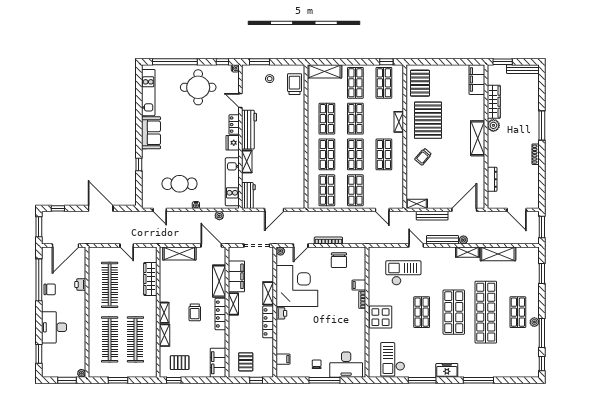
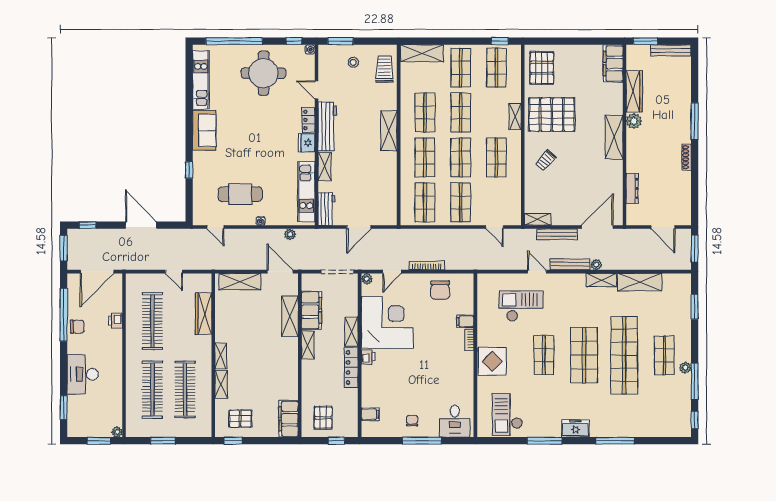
pallet: (428, 120) -> (552, 115), turned 90
shelving: (298, 133) -> (389, 131), added
trolley: (195, 312) -> (259, 356), removed
locker: (220, 314) -> (291, 358), removed
desk: (346, 365) -> (455, 421), width x0.73

